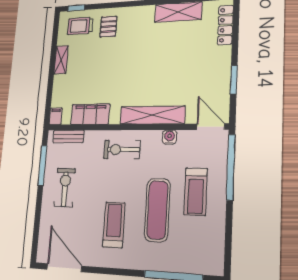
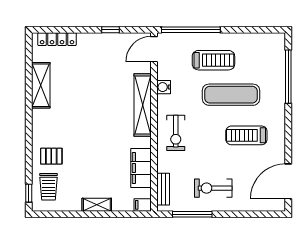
shelving: (61, 60) -> (97, 205), moved
window: (234, 80) -> (111, 30), width x0.67

